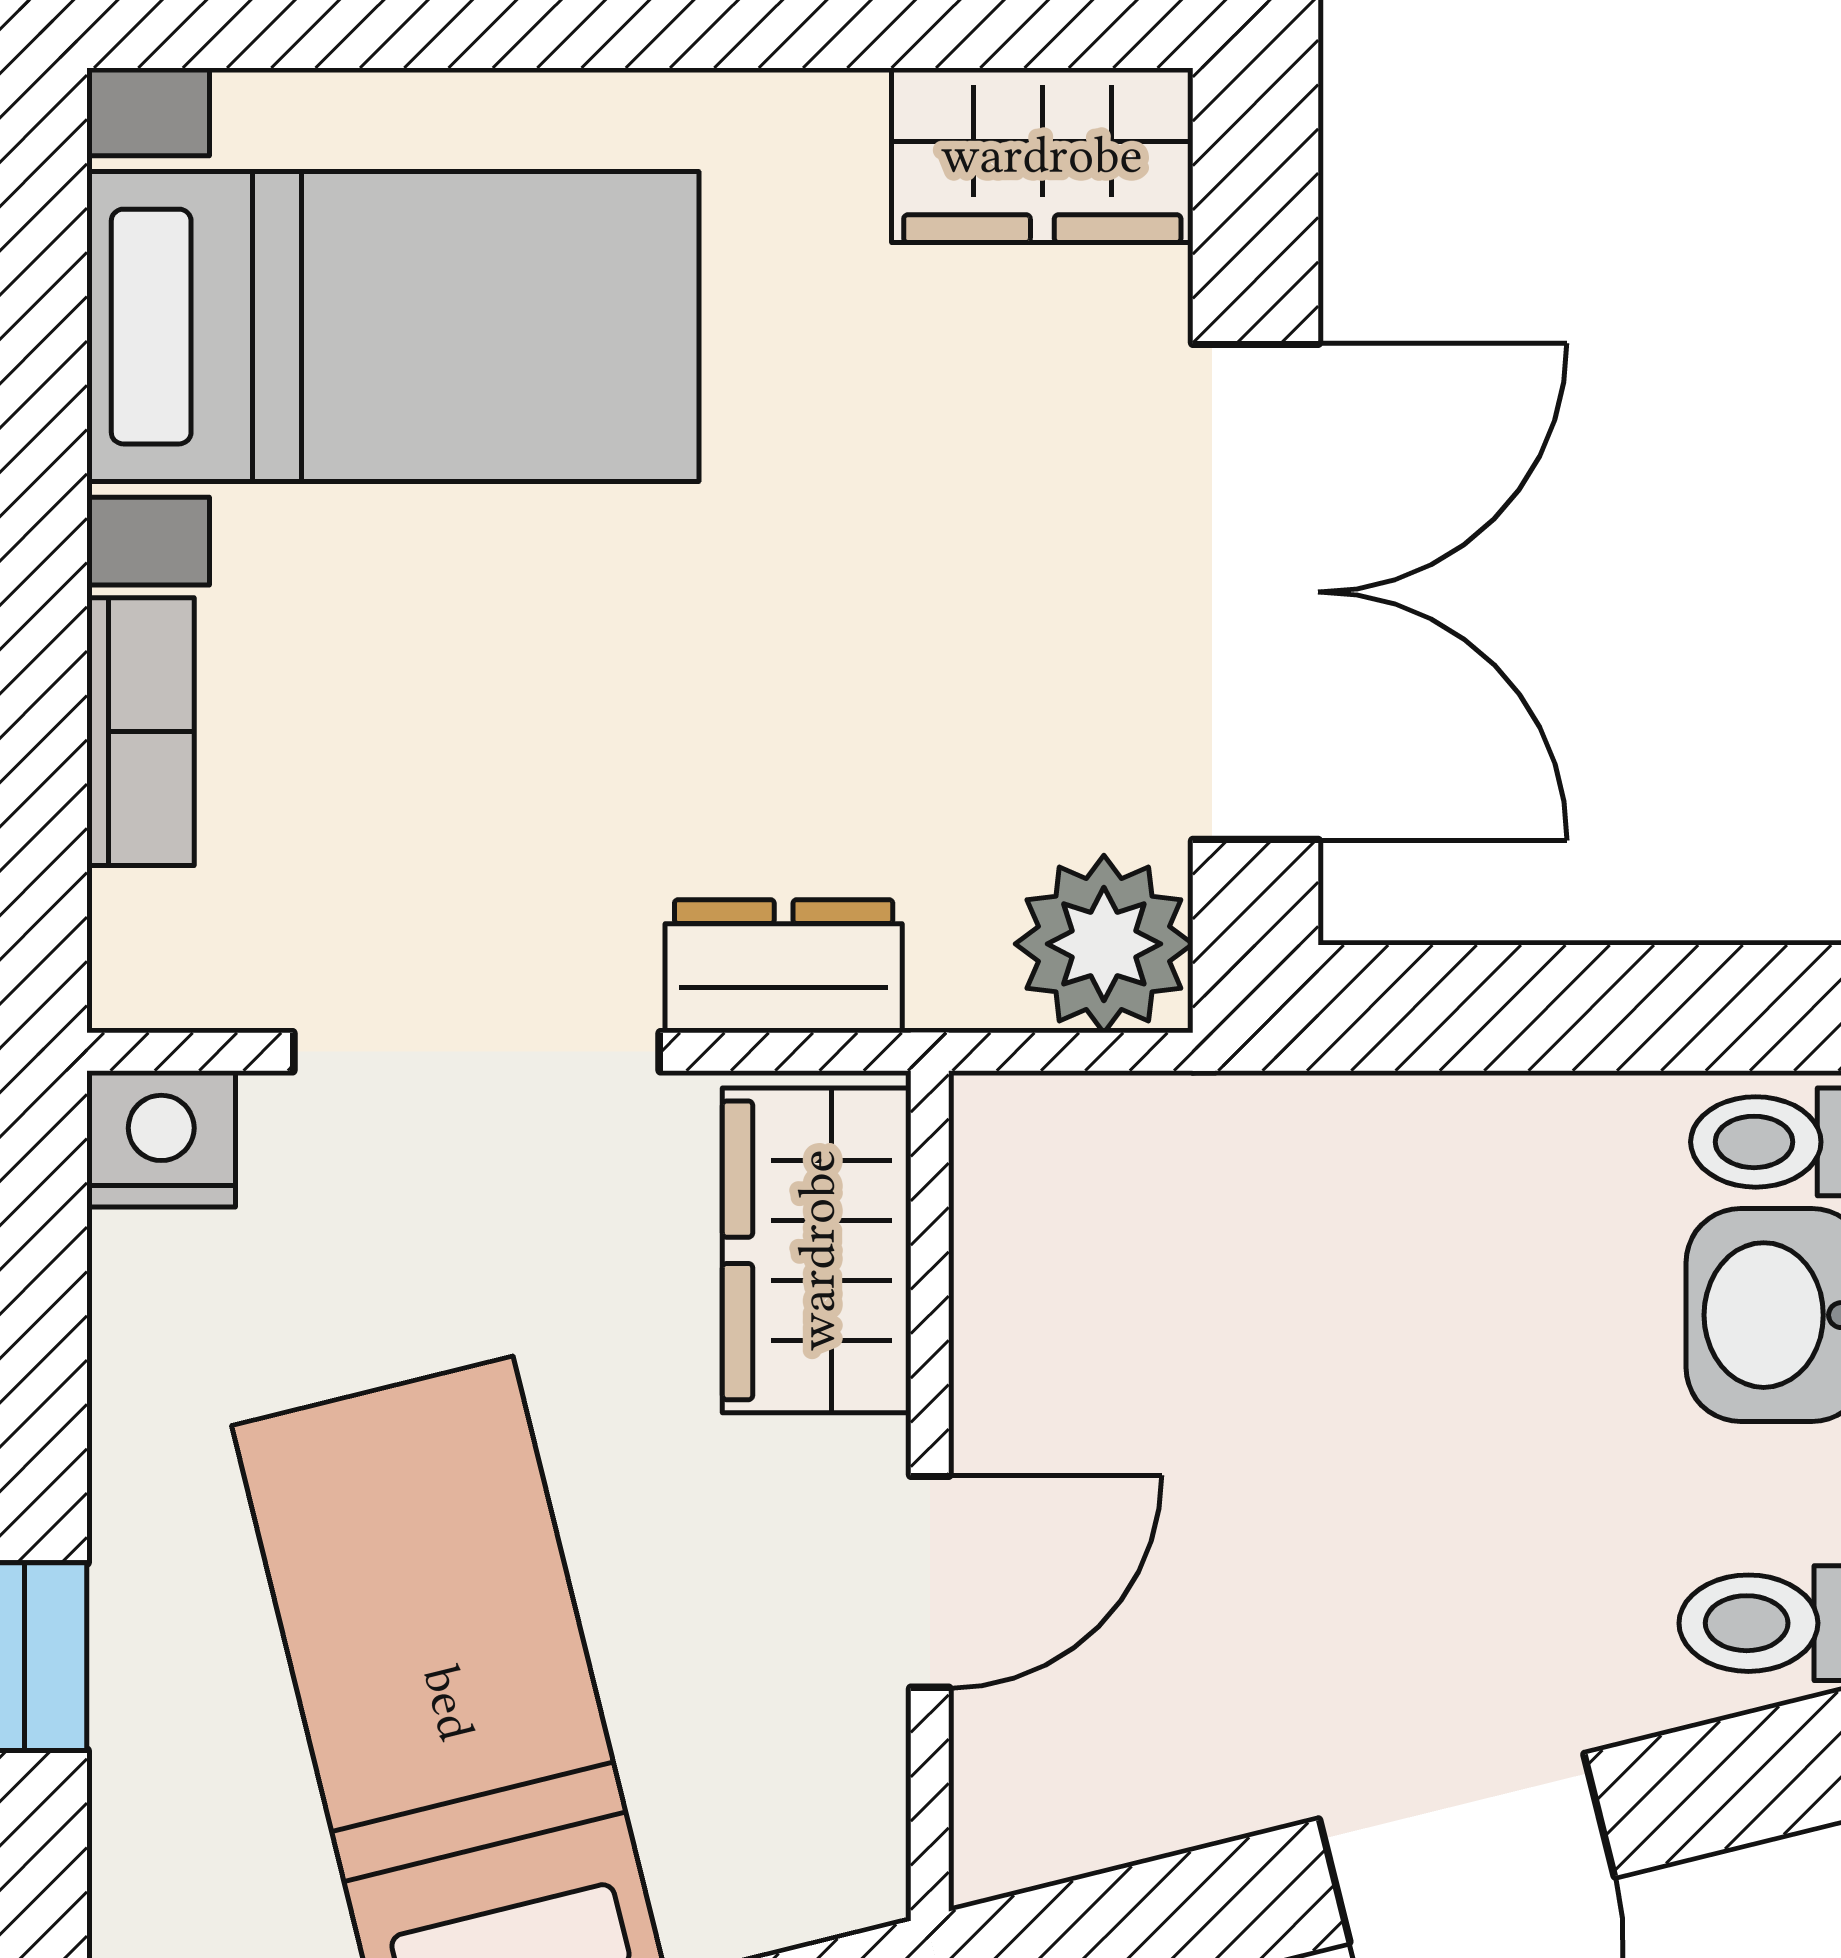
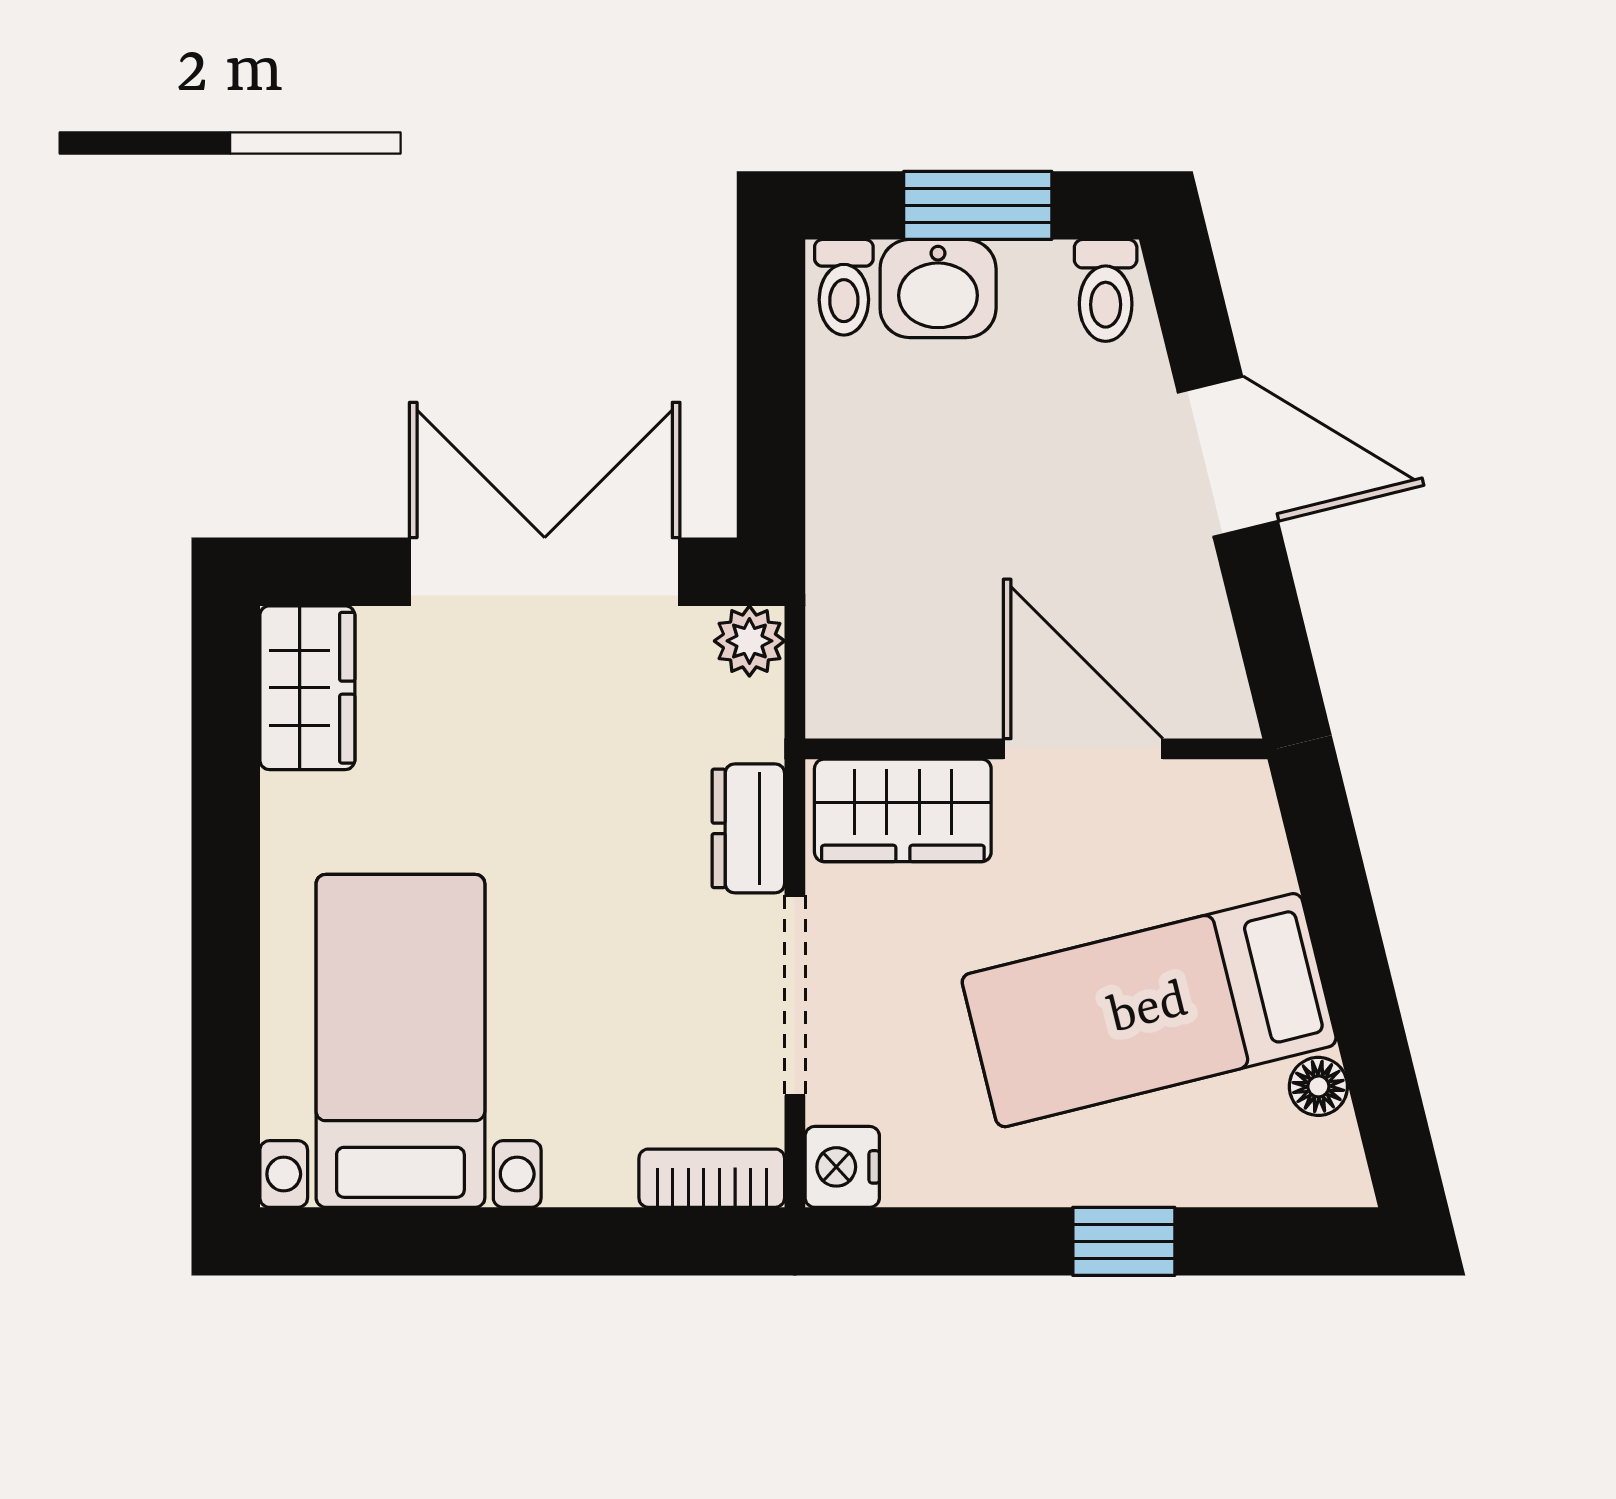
bookcase: (141, 732) -> (712, 1178), moved
plant: (1104, 944) -> (749, 641), width x0.73, depth x0.73
door: (930, 1582) -> (1083, 749), width x1.38

